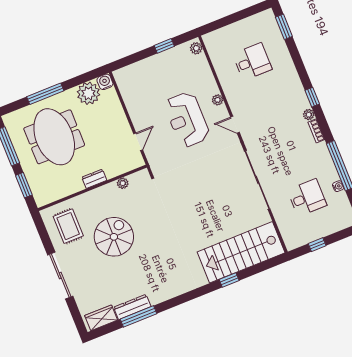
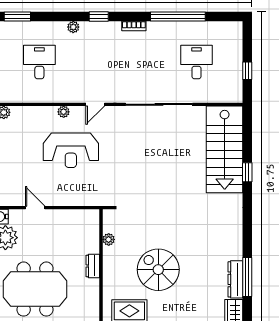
plant: (309, 115) -> (73, 27), moved
door: (138, 142) -> (35, 208), moved
water cooler: (338, 186) -> (198, 26), removed

